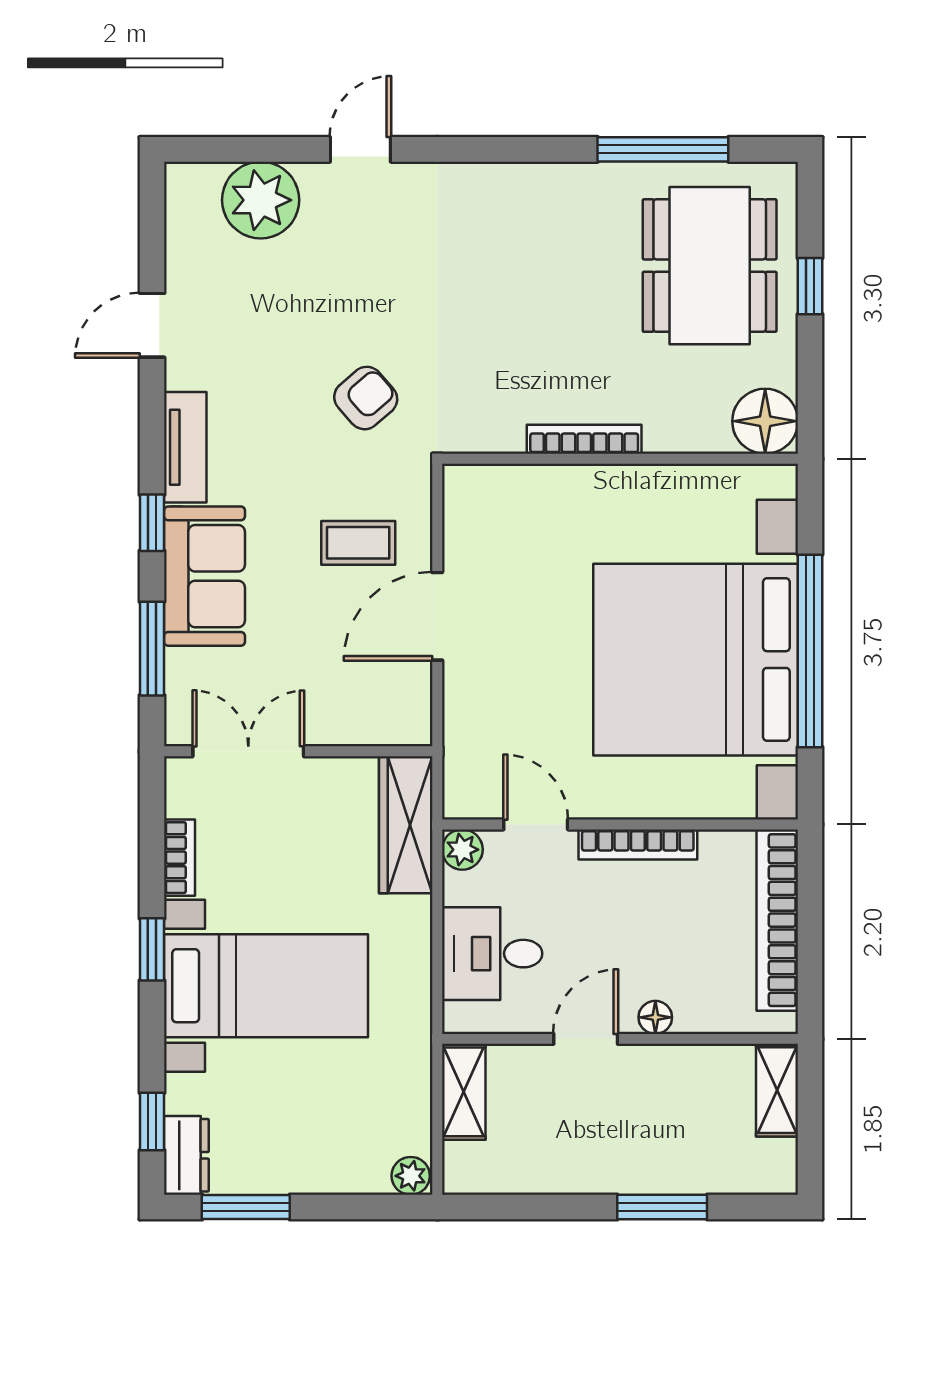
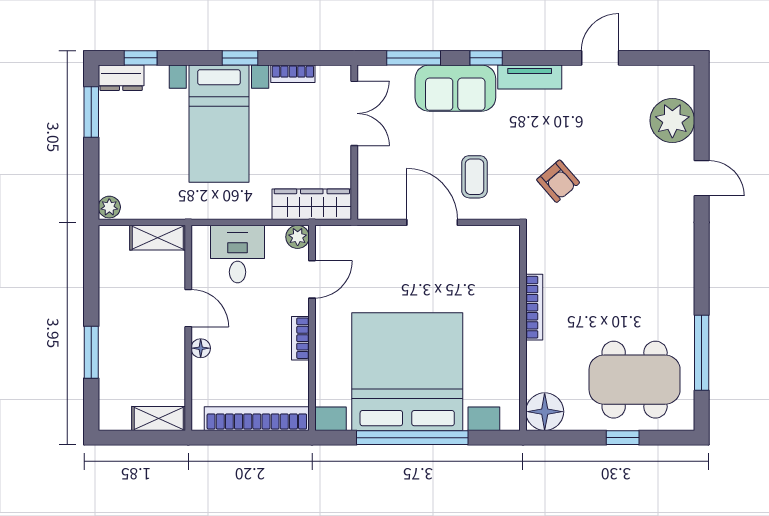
door: (152, 325) -> (600, 58), hinge flipped
bookcase: (638, 844) -> (300, 338), width x0.64

